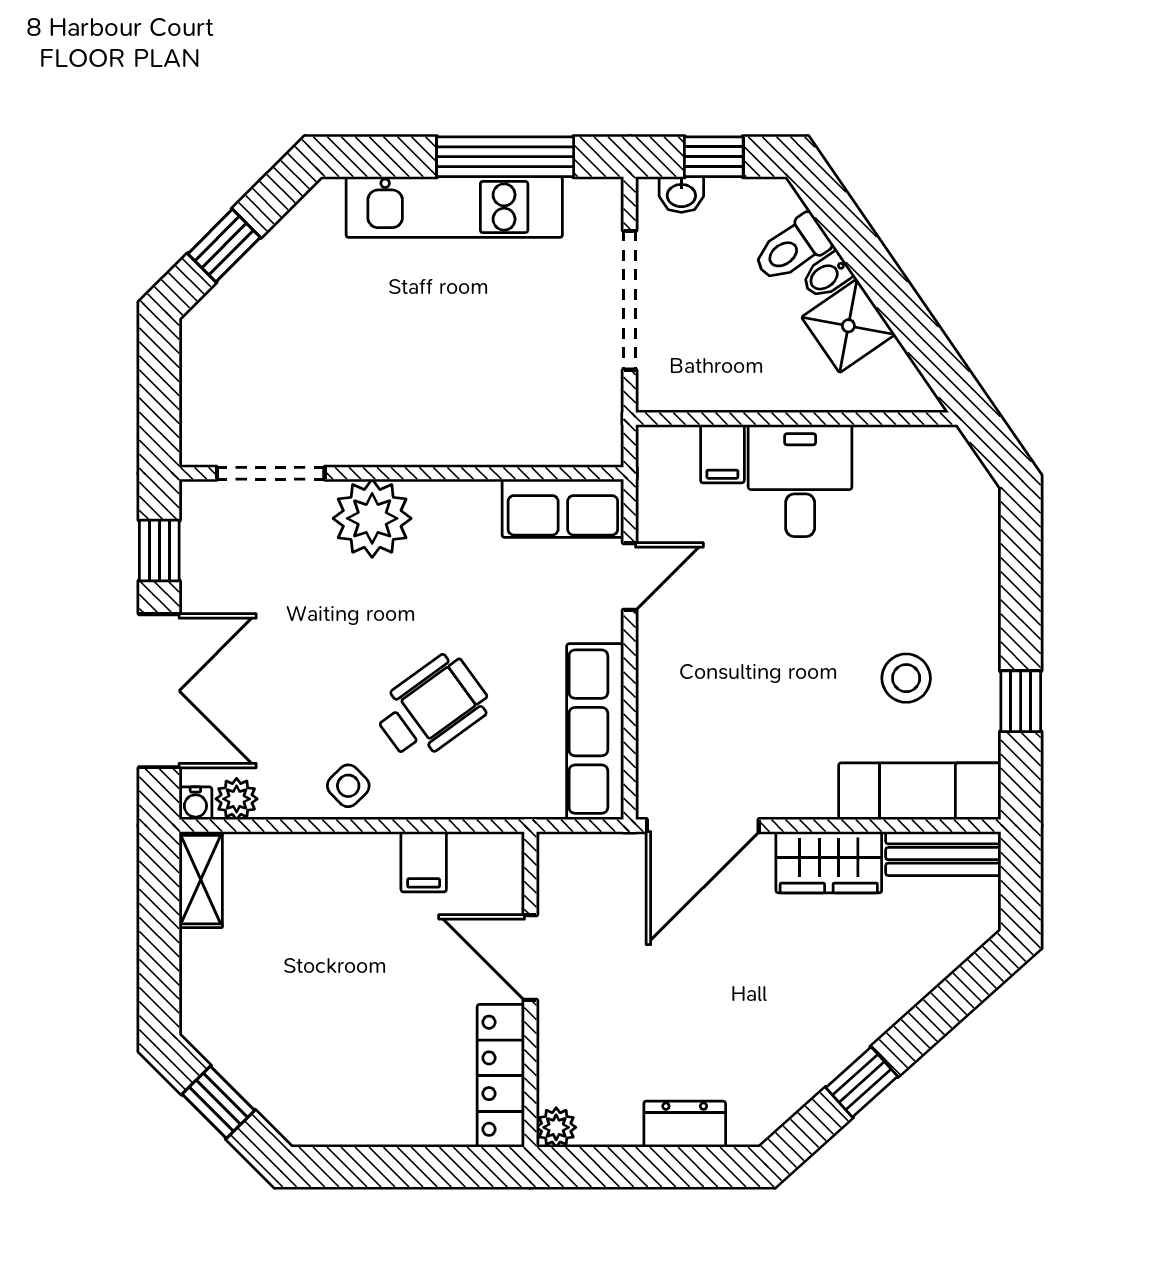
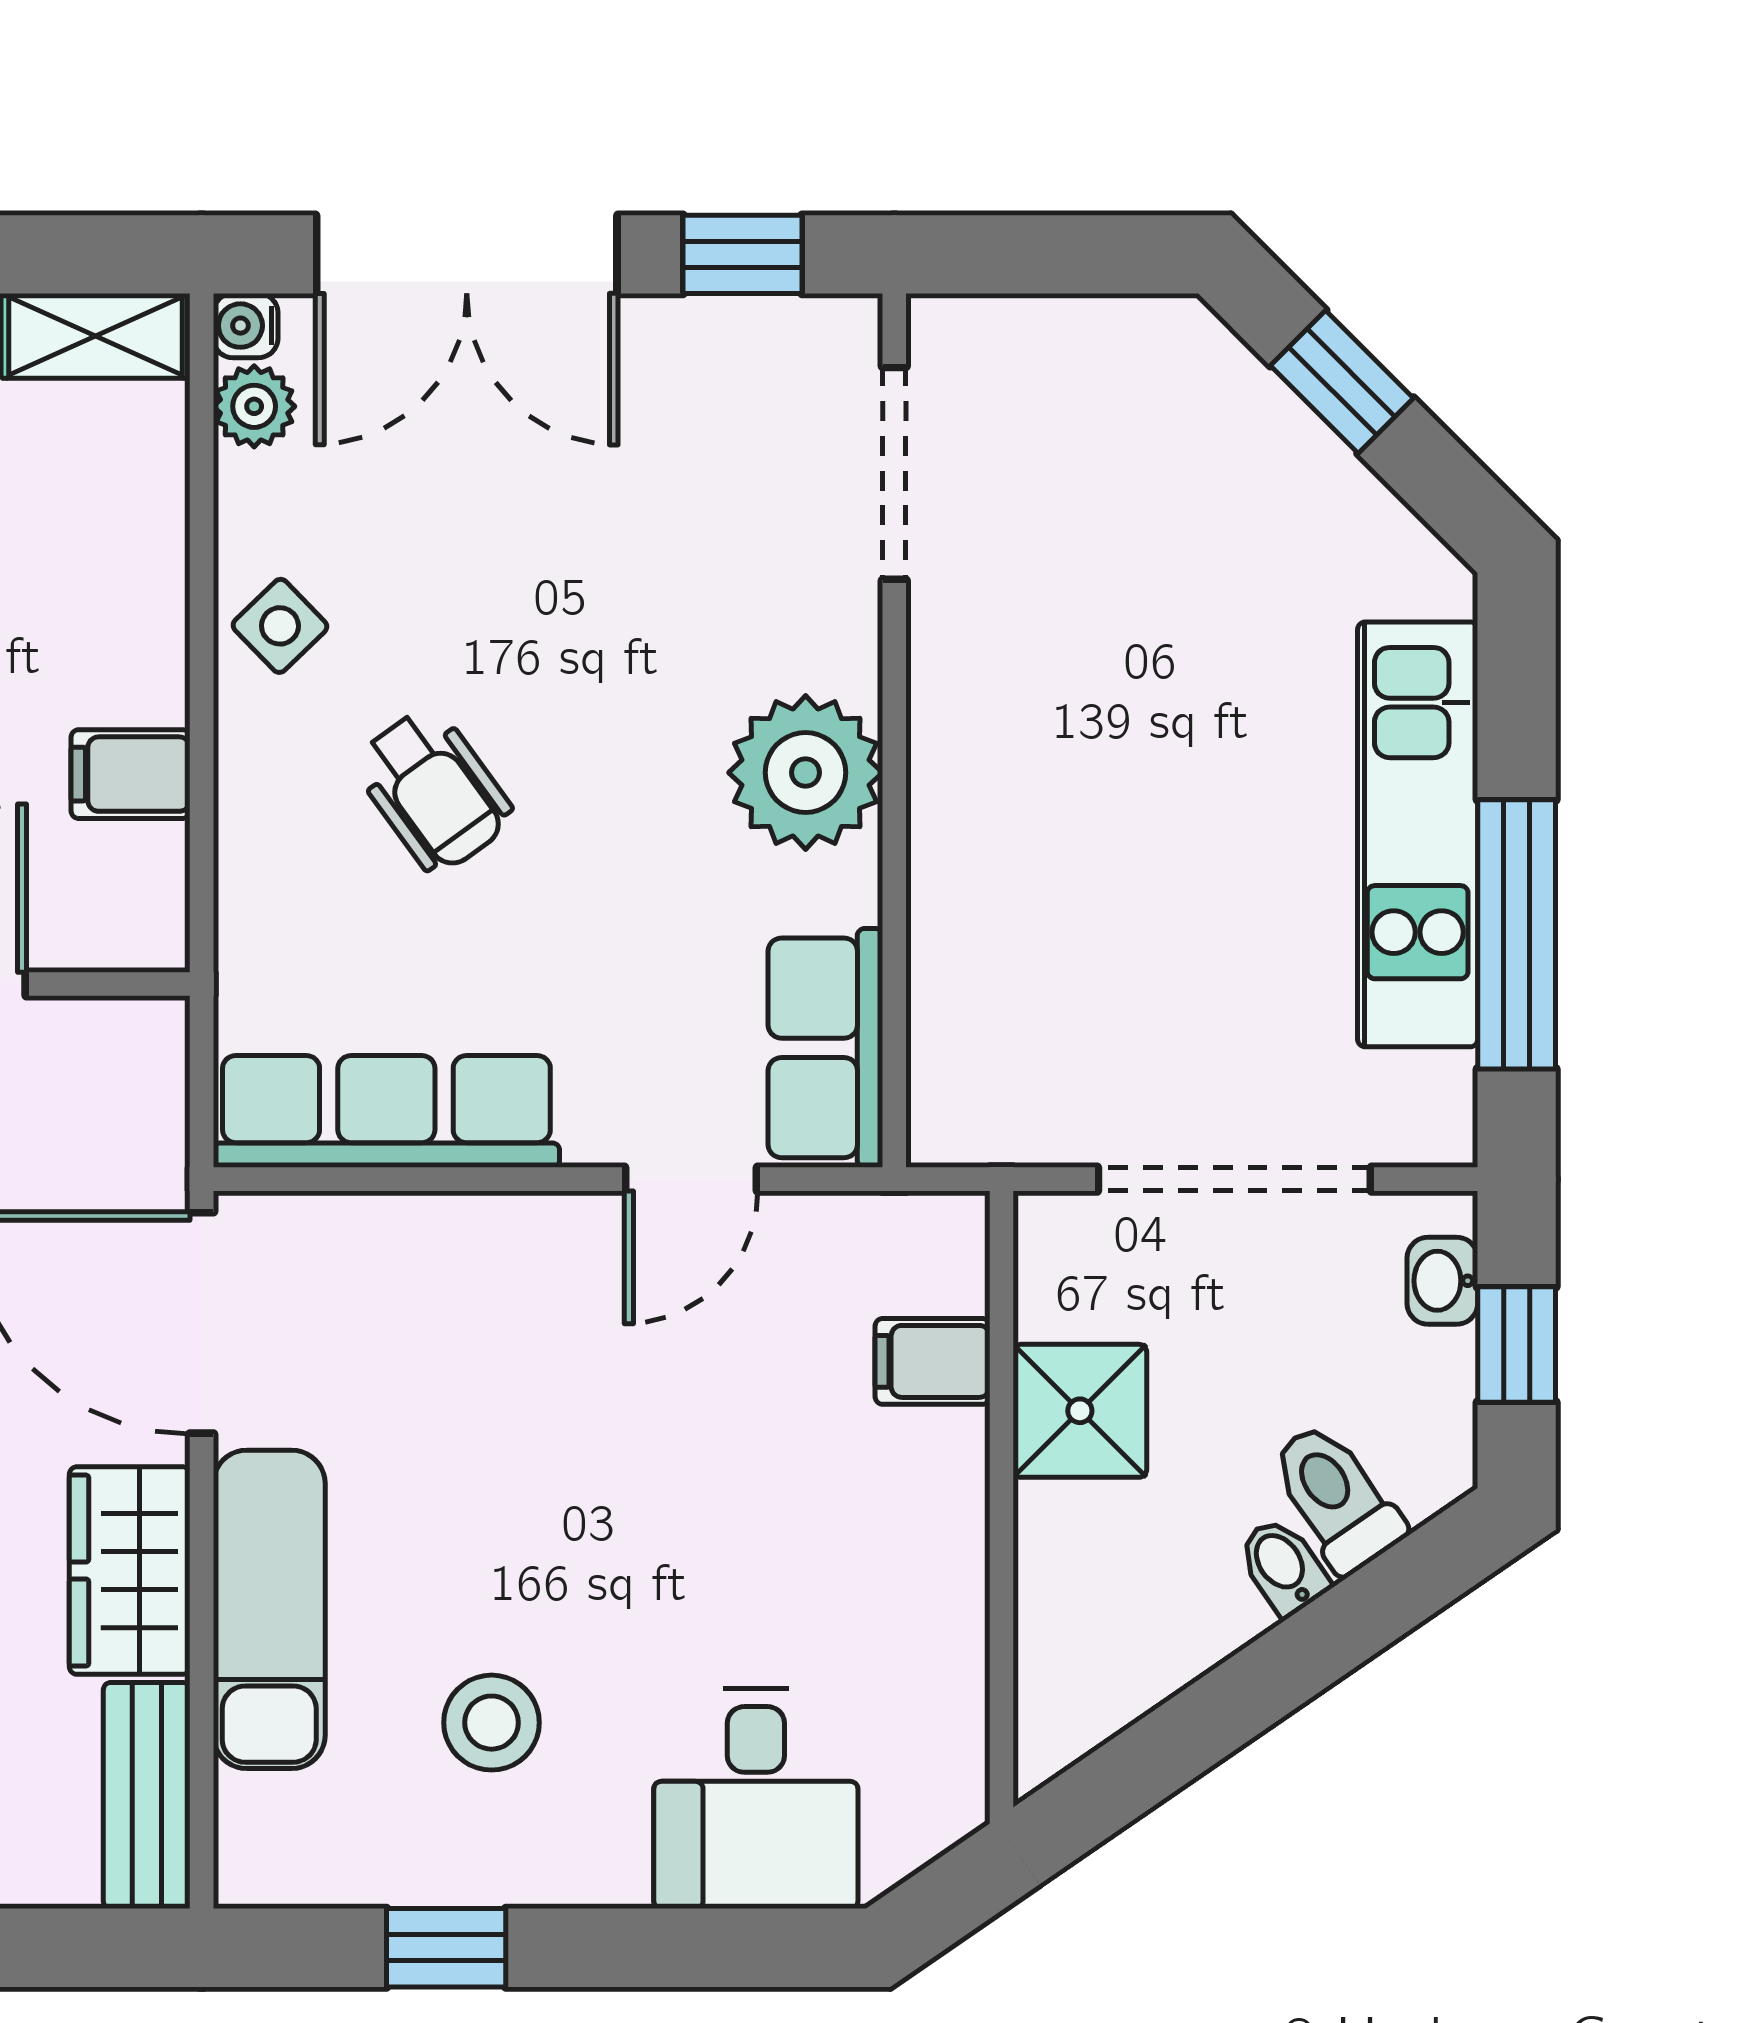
shower: (848, 326) -> (1080, 1411), moved, turned 35
desk: (800, 481) -> (756, 1799), moved, turned 90
plant: (372, 518) -> (806, 773), moved
door: (630, 577) -> (691, 1179), hinge flipped
wheelchair: (432, 708) -> (433, 790), width x0.73, depth x0.73
exam couch: (920, 791) -> (269, 1609), moved

